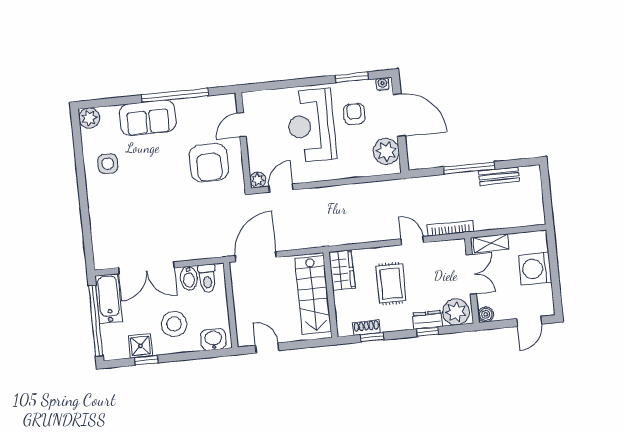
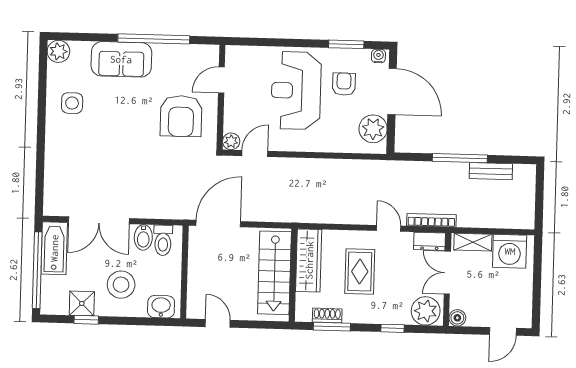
washing machine: (535, 269) -> (510, 251), moved, turned -90
wardrobe: (342, 270) -> (309, 260), width x1.50
double door: (471, 274) -> (447, 273), swing flipped
dresser: (427, 320) -> (430, 241), moved, turned 180
window: (372, 337) -> (332, 327), width x1.50

